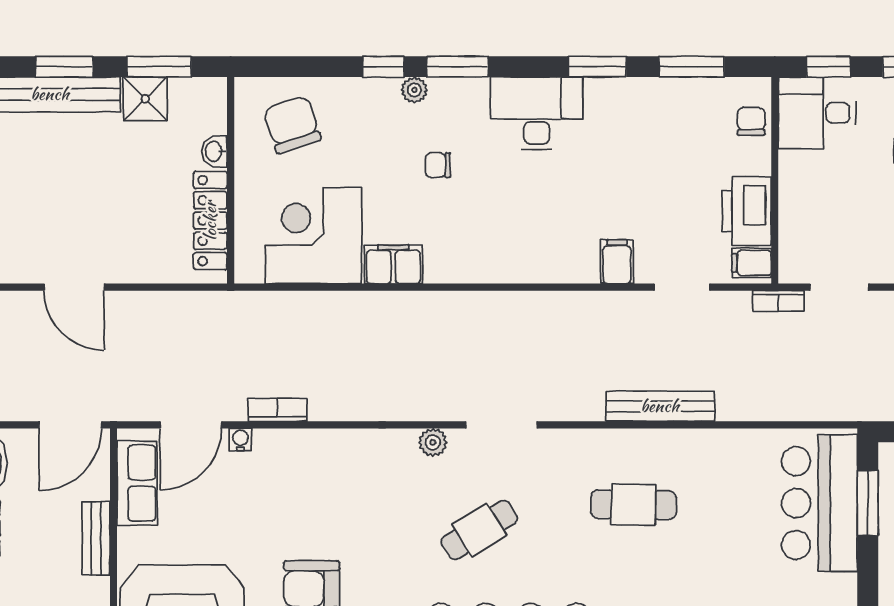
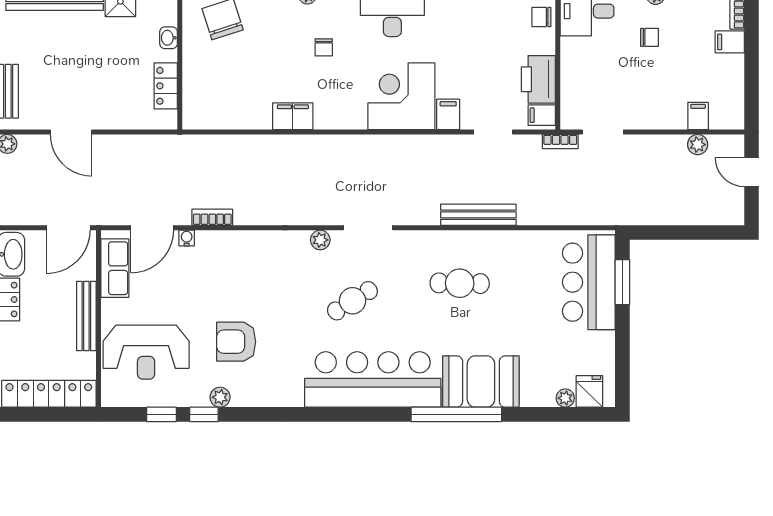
chair: (751, 121) -> (541, 17), turned -90
chair: (438, 165) -> (324, 47), turned -90
locker: (210, 221) -> (166, 86), width x0.66
corner desk: (313, 235) -> (401, 96), moved
bench: (96, 539) -> (86, 316), width x1.36

